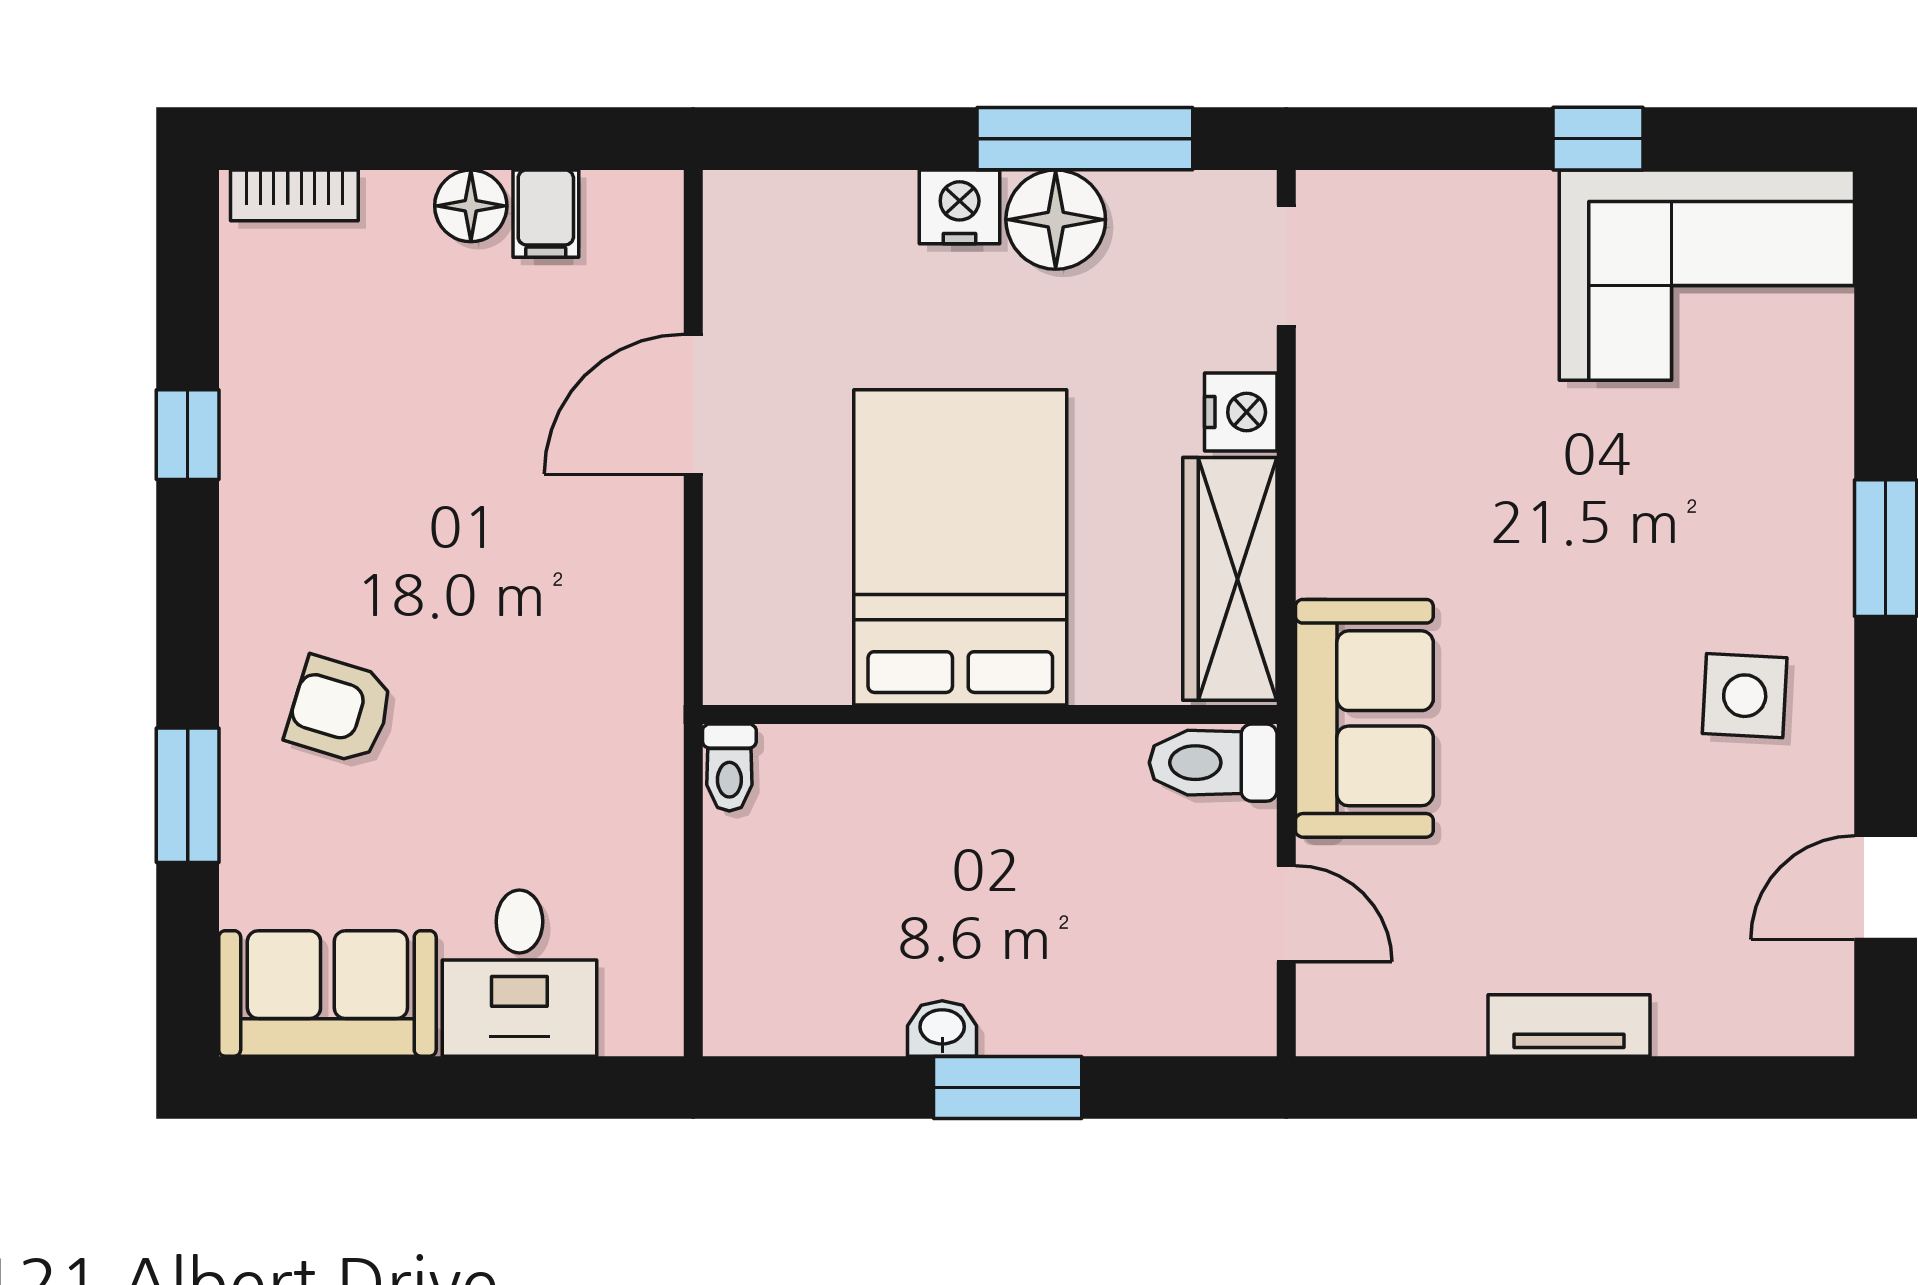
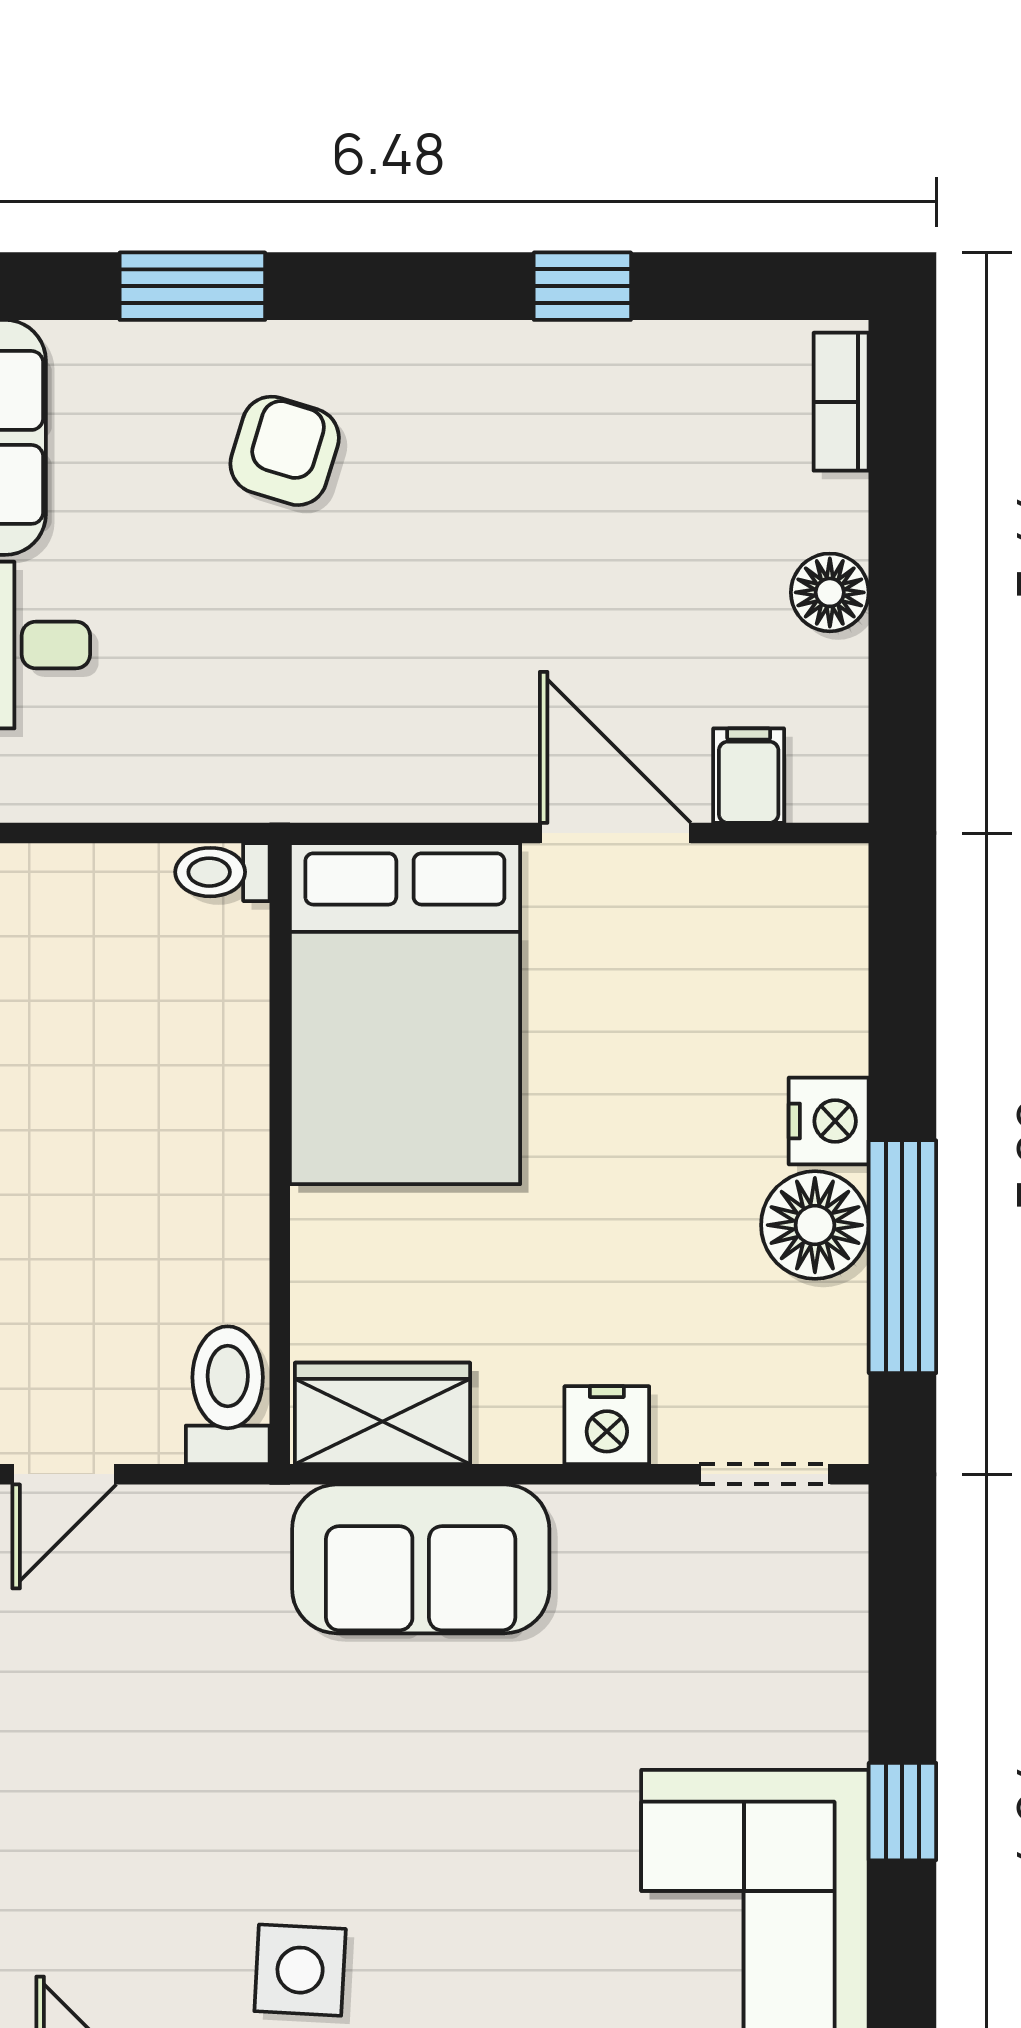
filing cabinet: (546, 214) -> (749, 776), moved, turned 90
bed: (960, 547) -> (405, 1014), moved, turned 90
wardrobe: (1230, 579) -> (383, 1413), width x0.67
sofa: (1364, 718) -> (421, 1559), moved

